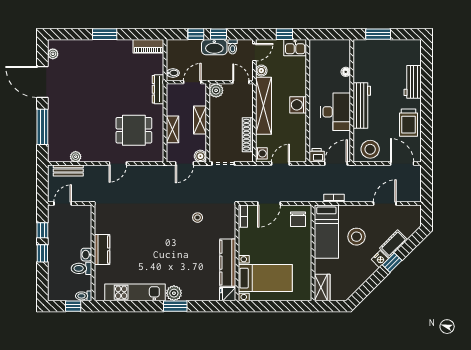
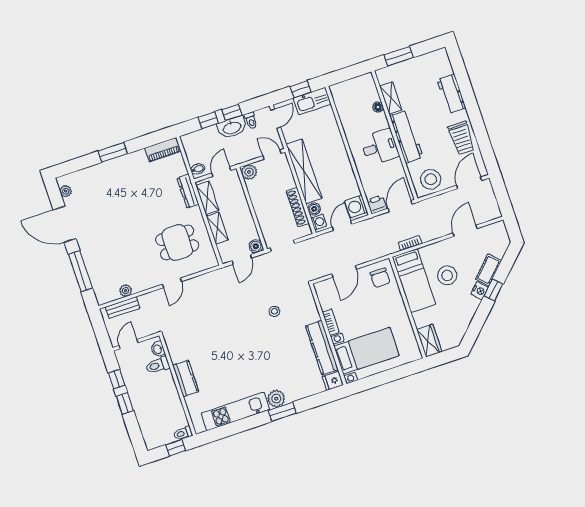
kitchen sink: (295, 48) -> (312, 101), width x1.38
shelving: (359, 68) -> (391, 98), added
boiler: (261, 71) -> (314, 209), moved
washing machine: (298, 105) -> (356, 206), moved
desk: (336, 112) -> (380, 147), width x0.73
shelving: (200, 120) -> (207, 198), moved
door: (402, 163) -> (469, 183), hinge flipped
bookcase: (243, 216) -> (331, 322), moved
washbasin: (86, 255) -> (158, 349), moved
toilet: (81, 268) -> (158, 365), moved

